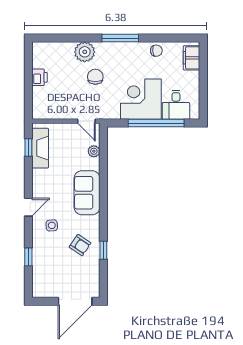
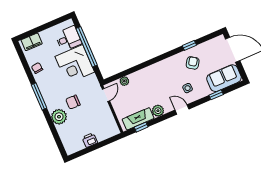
plant: (40, 177) -> (158, 111), added
sofa: (87, 193) -> (224, 78), moved, turned 180

